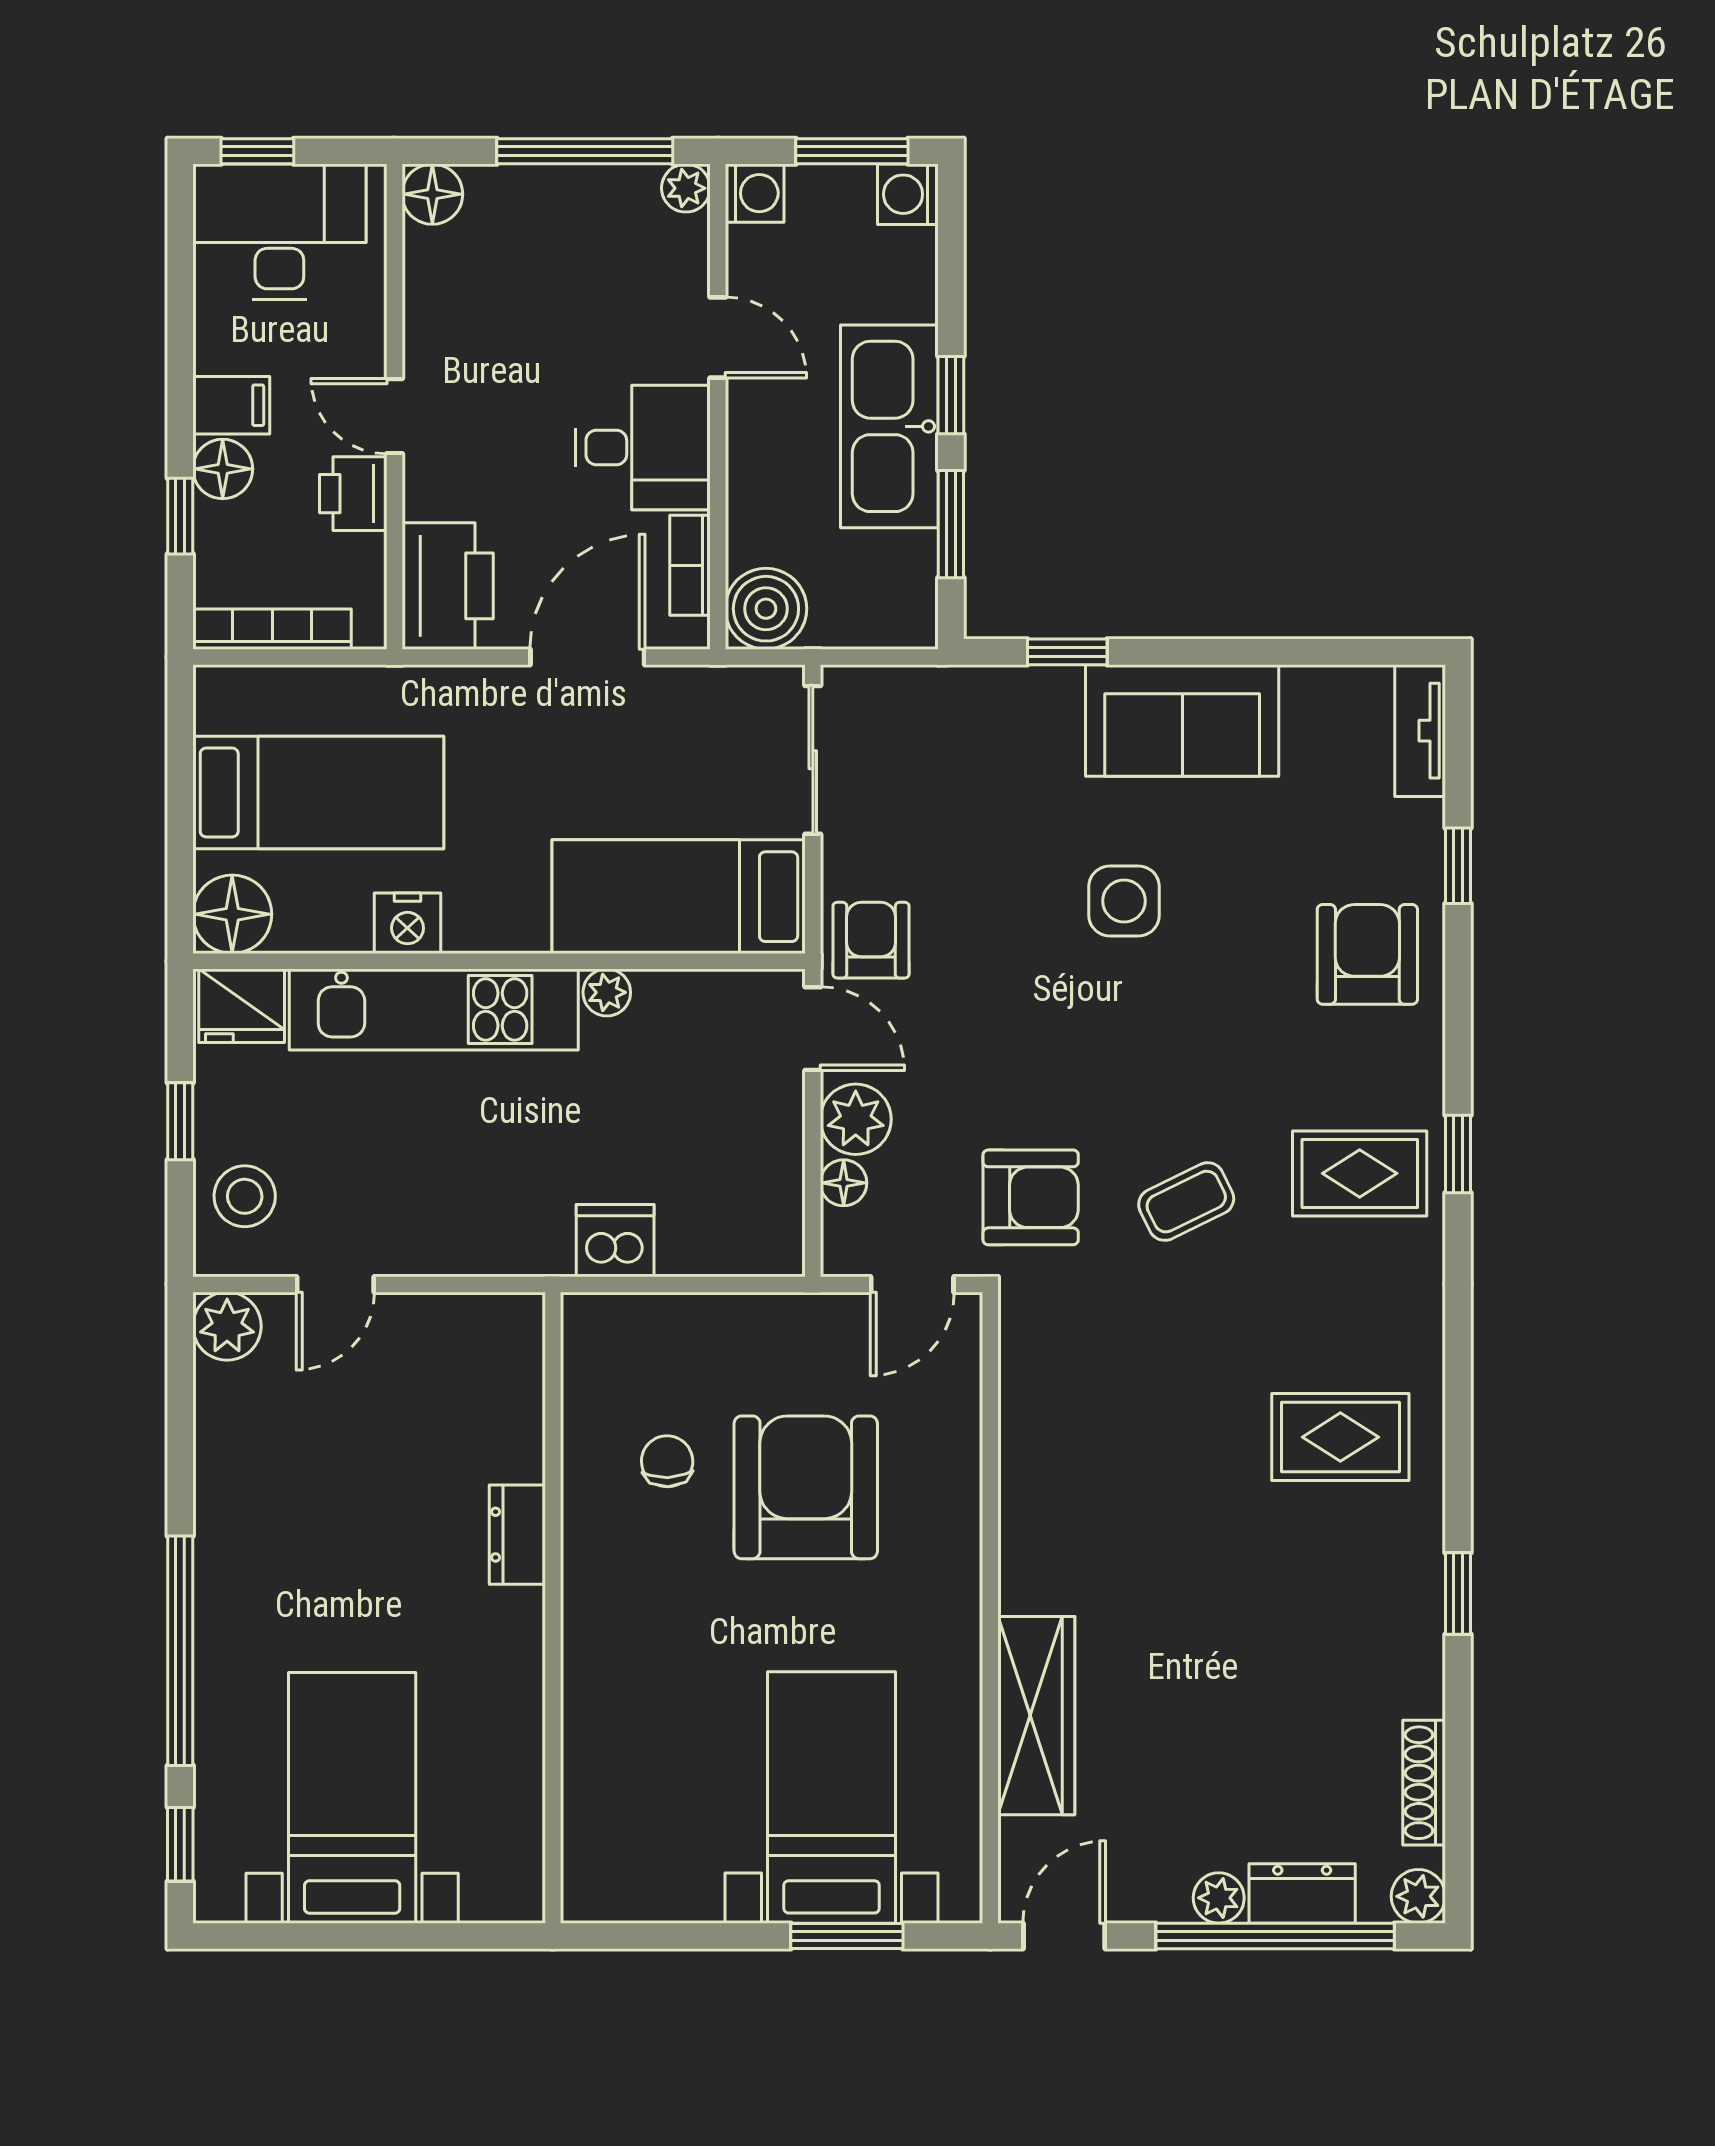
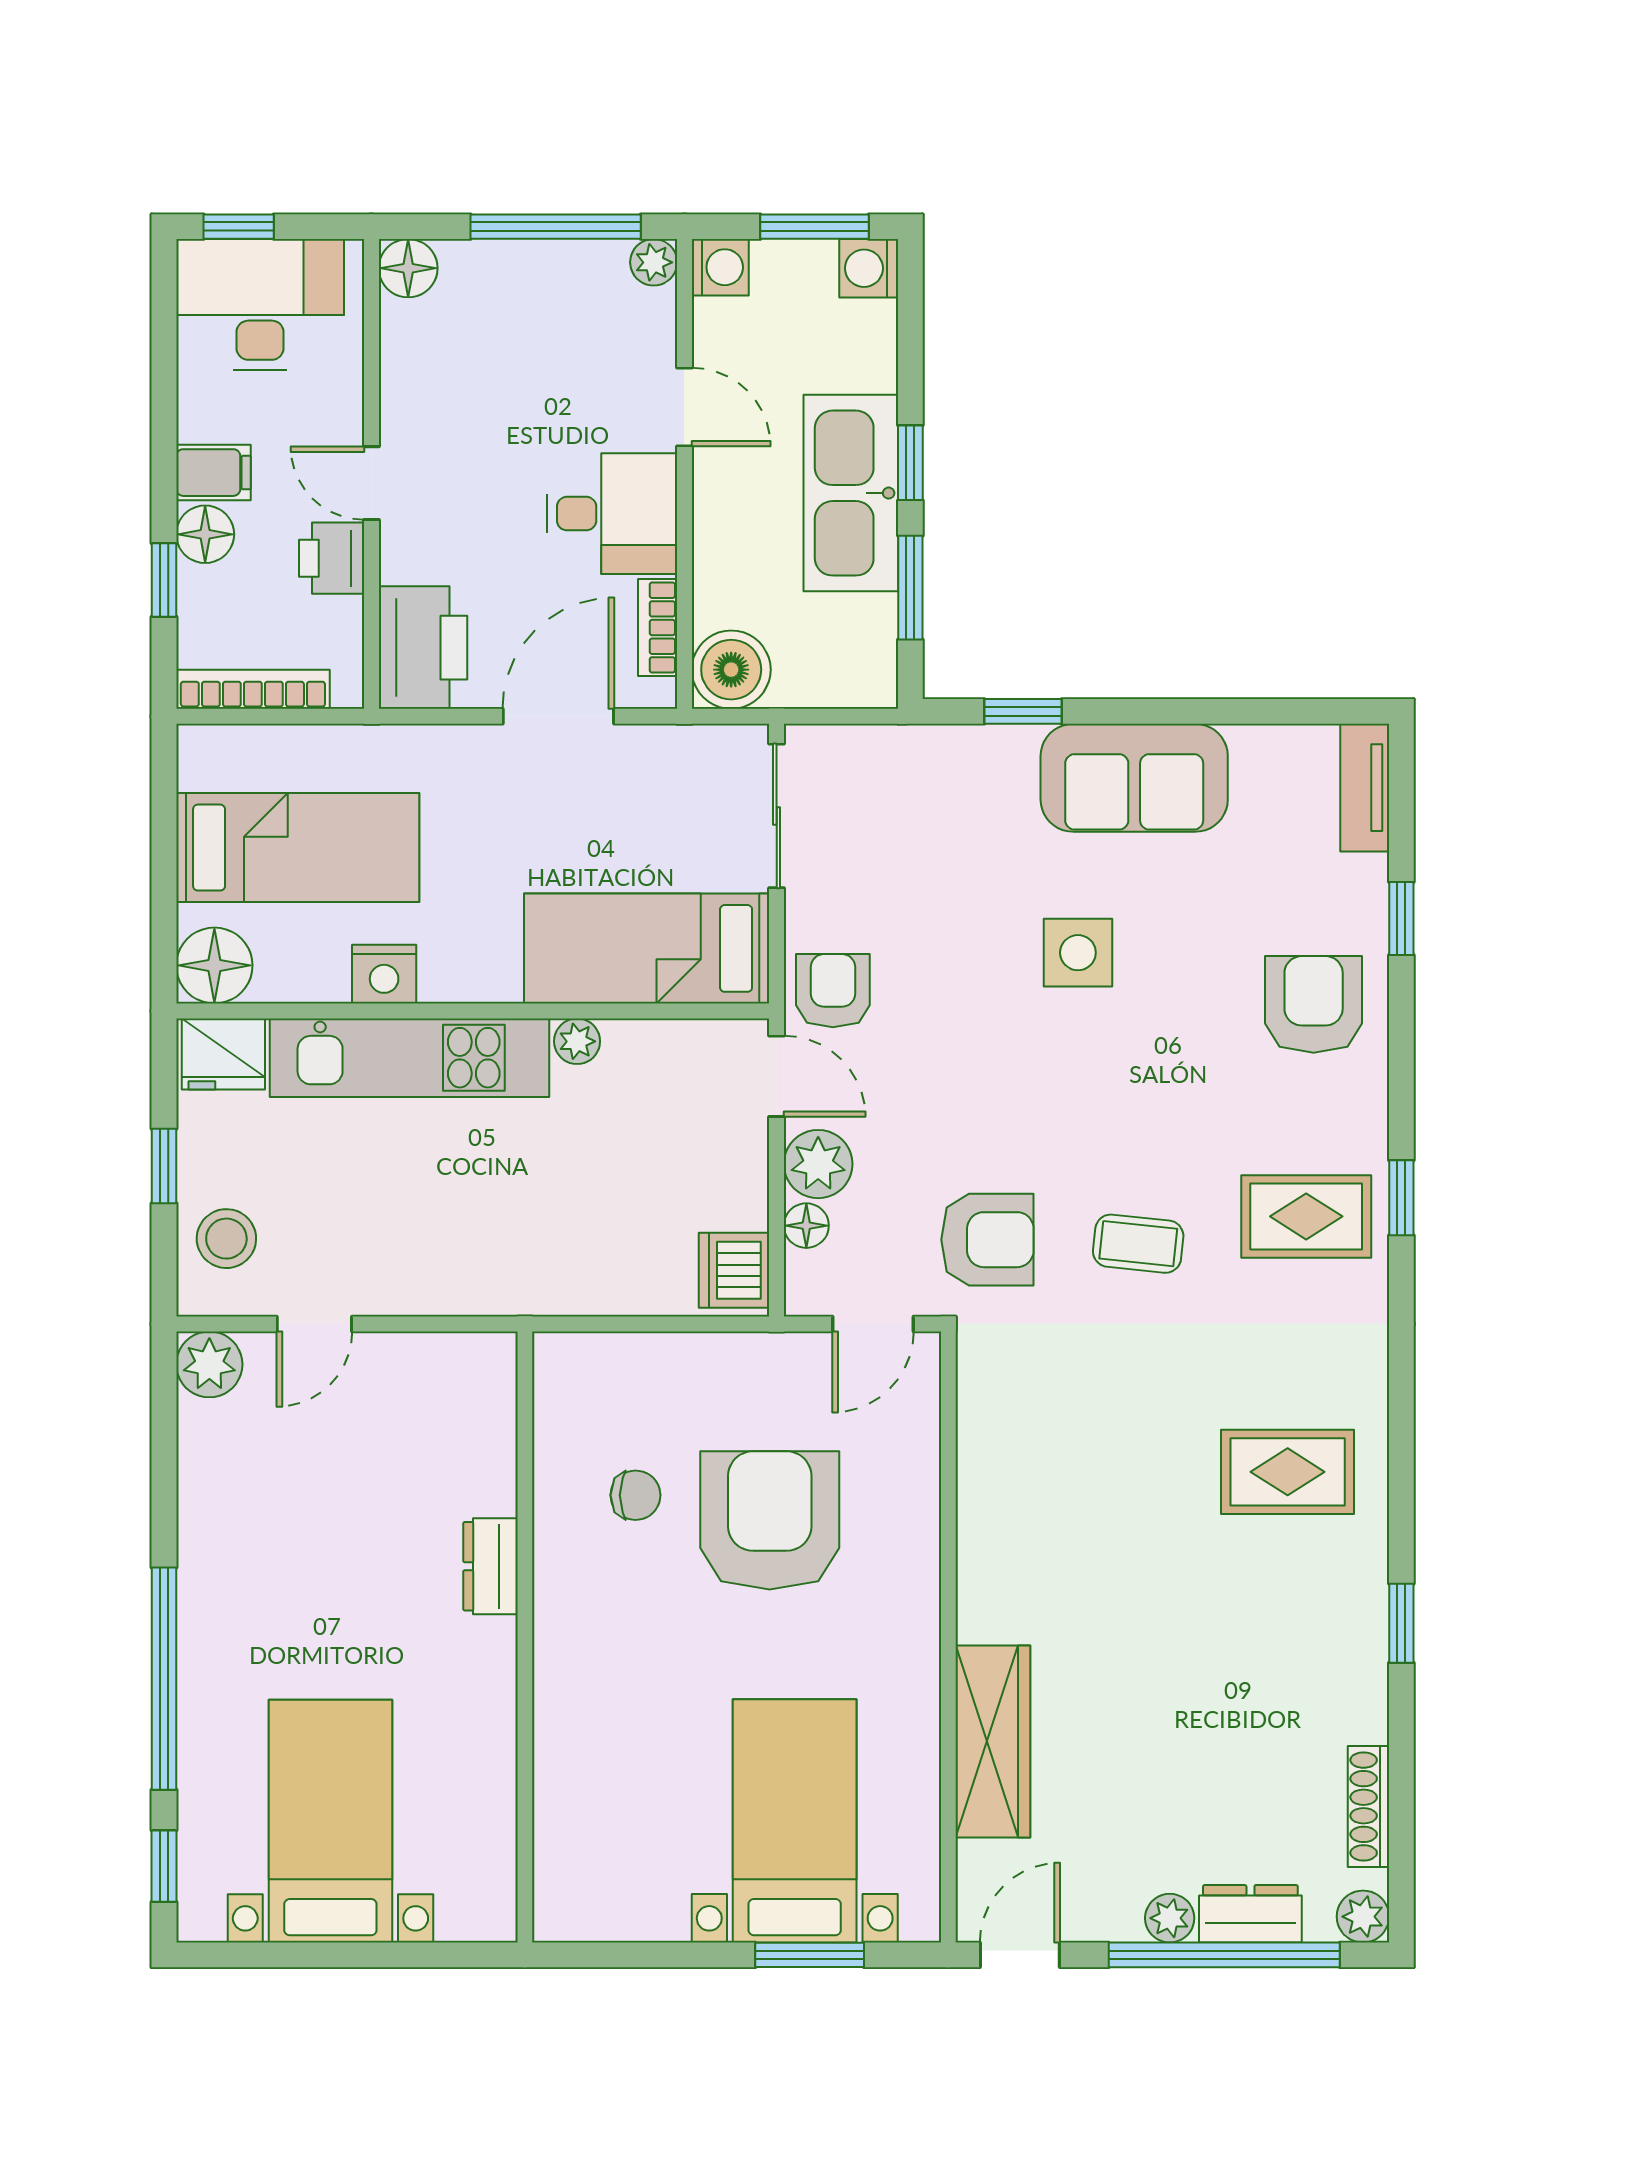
coffee table: (1186, 1202) -> (1138, 1244), turned 32
dishwasher: (615, 1241) -> (734, 1270), moved, turned -90
chair: (667, 1461) -> (635, 1495), turned 92

